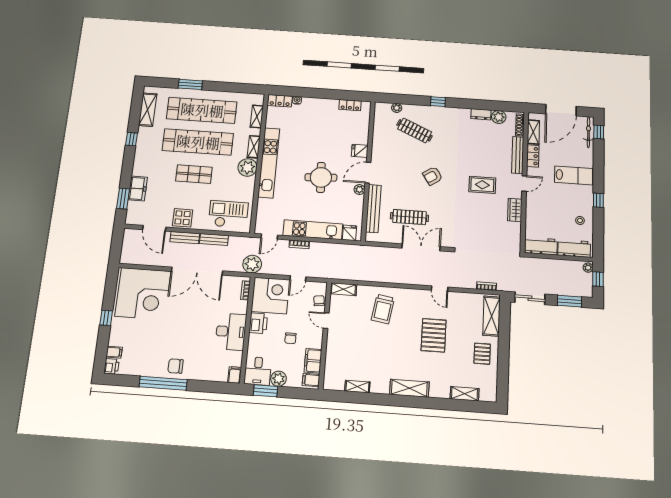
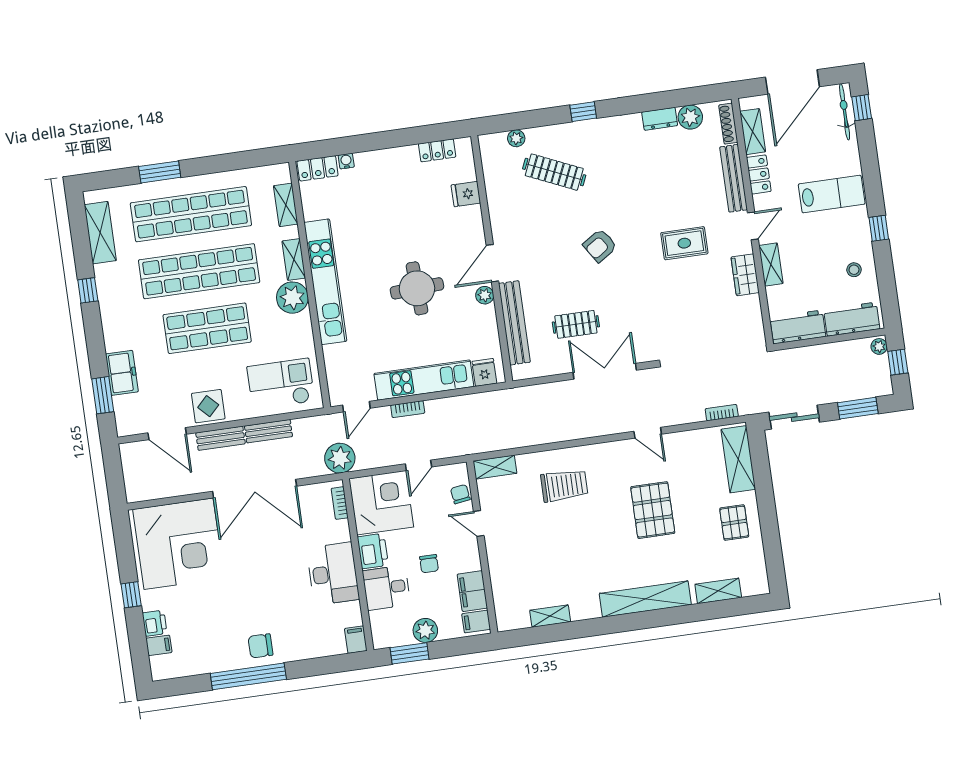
fridge: (360, 151) -> (466, 194), moved
shop shelf: (194, 174) -> (207, 328), width x1.43, depth x1.36
shelving: (531, 207) -> (771, 265), added
clothes rail: (409, 217) -> (576, 324), width x0.73
trolley: (383, 309) -> (564, 486), turned -99
printer: (111, 366) -> (155, 623), moved
desk: (258, 371) -> (386, 588), moved, turned 90
shelving: (409, 388) -> (645, 599), width x1.47

